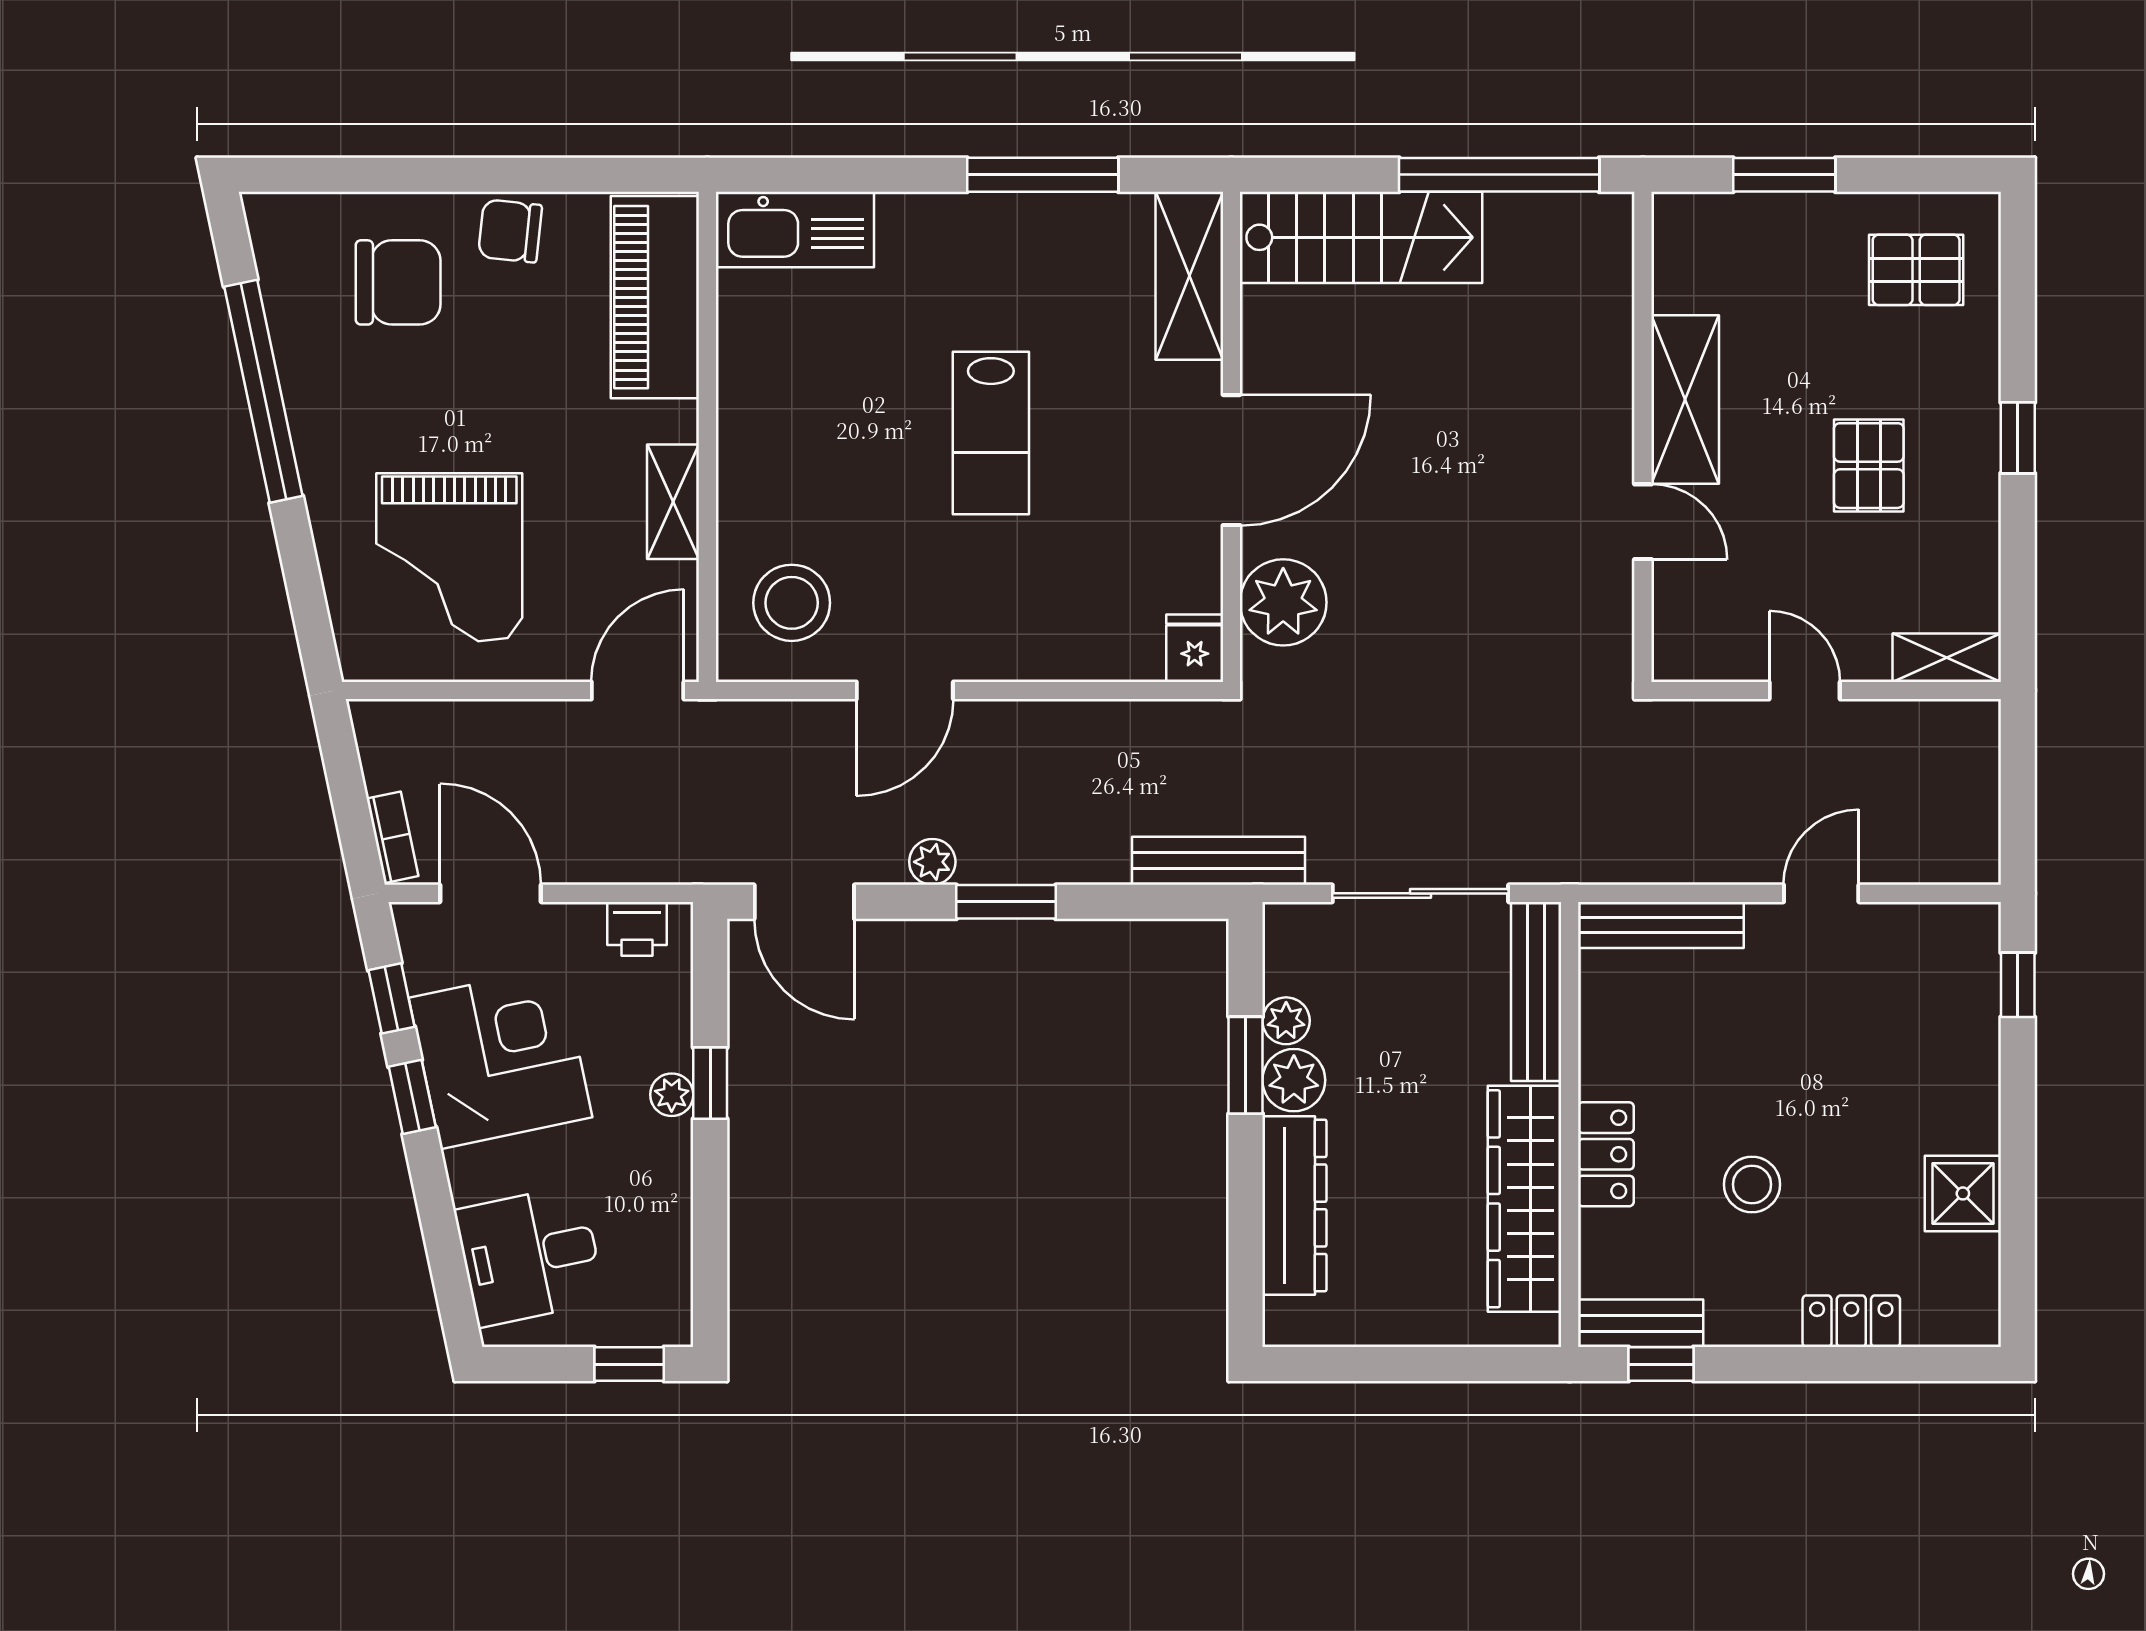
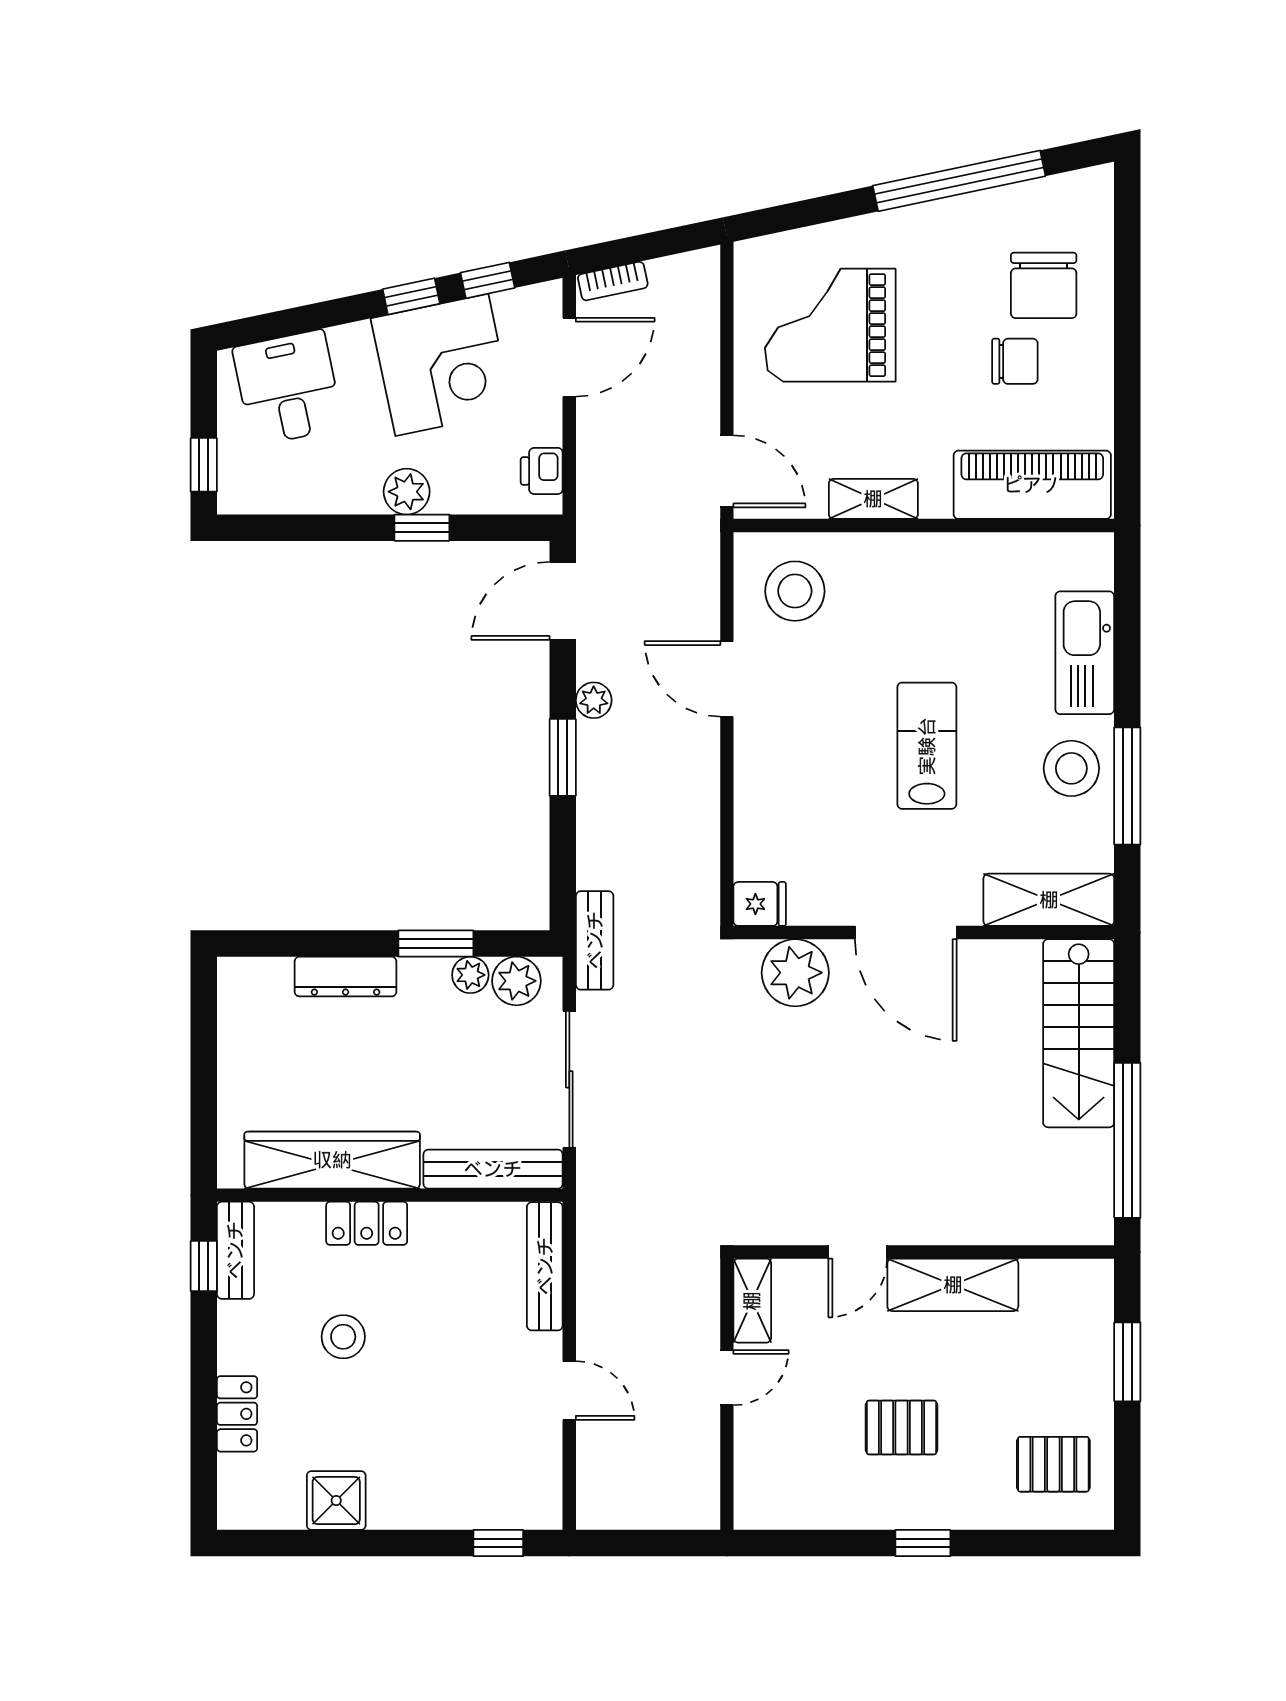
kitchen sink: (795, 230) -> (1085, 653), moved
chair: (510, 231) -> (1015, 361), moved, turned 84
stool: (1020, 247) -> (1071, 768), added
pallet: (1916, 270) -> (1053, 1464), turned 90
lab bench: (991, 433) -> (927, 746), turned 90
shelving: (1947, 658) -> (752, 1301), moved
bench: (1219, 861) -> (595, 940), width x0.73
plant: (1294, 1080) -> (516, 981), moved
plant: (672, 1095) -> (407, 492), width x1.38, depth x1.38
dresser: (1294, 1205) -> (346, 977), width x0.73, depth x0.80

